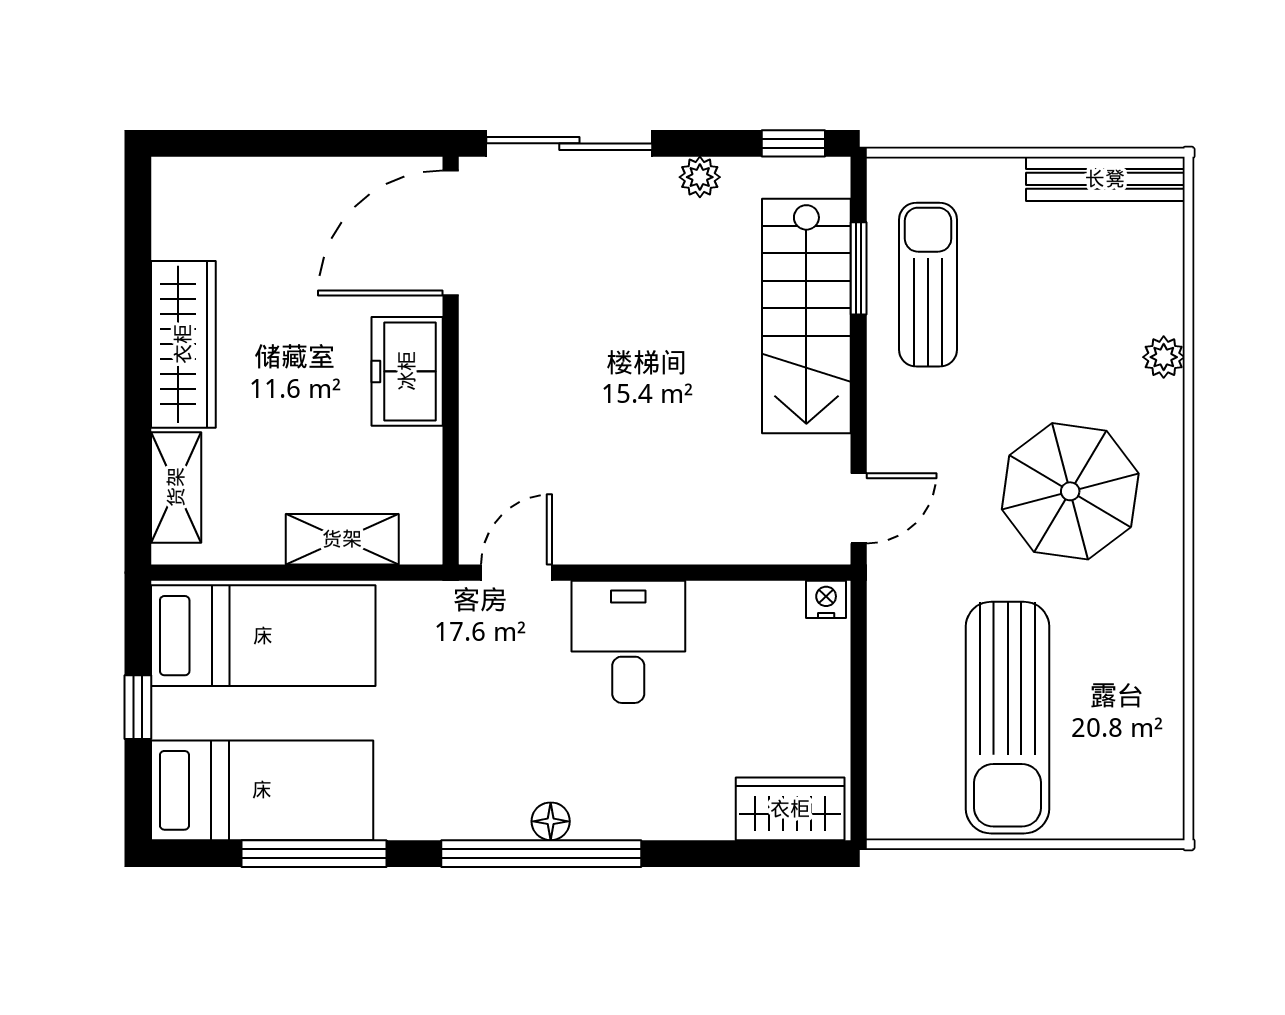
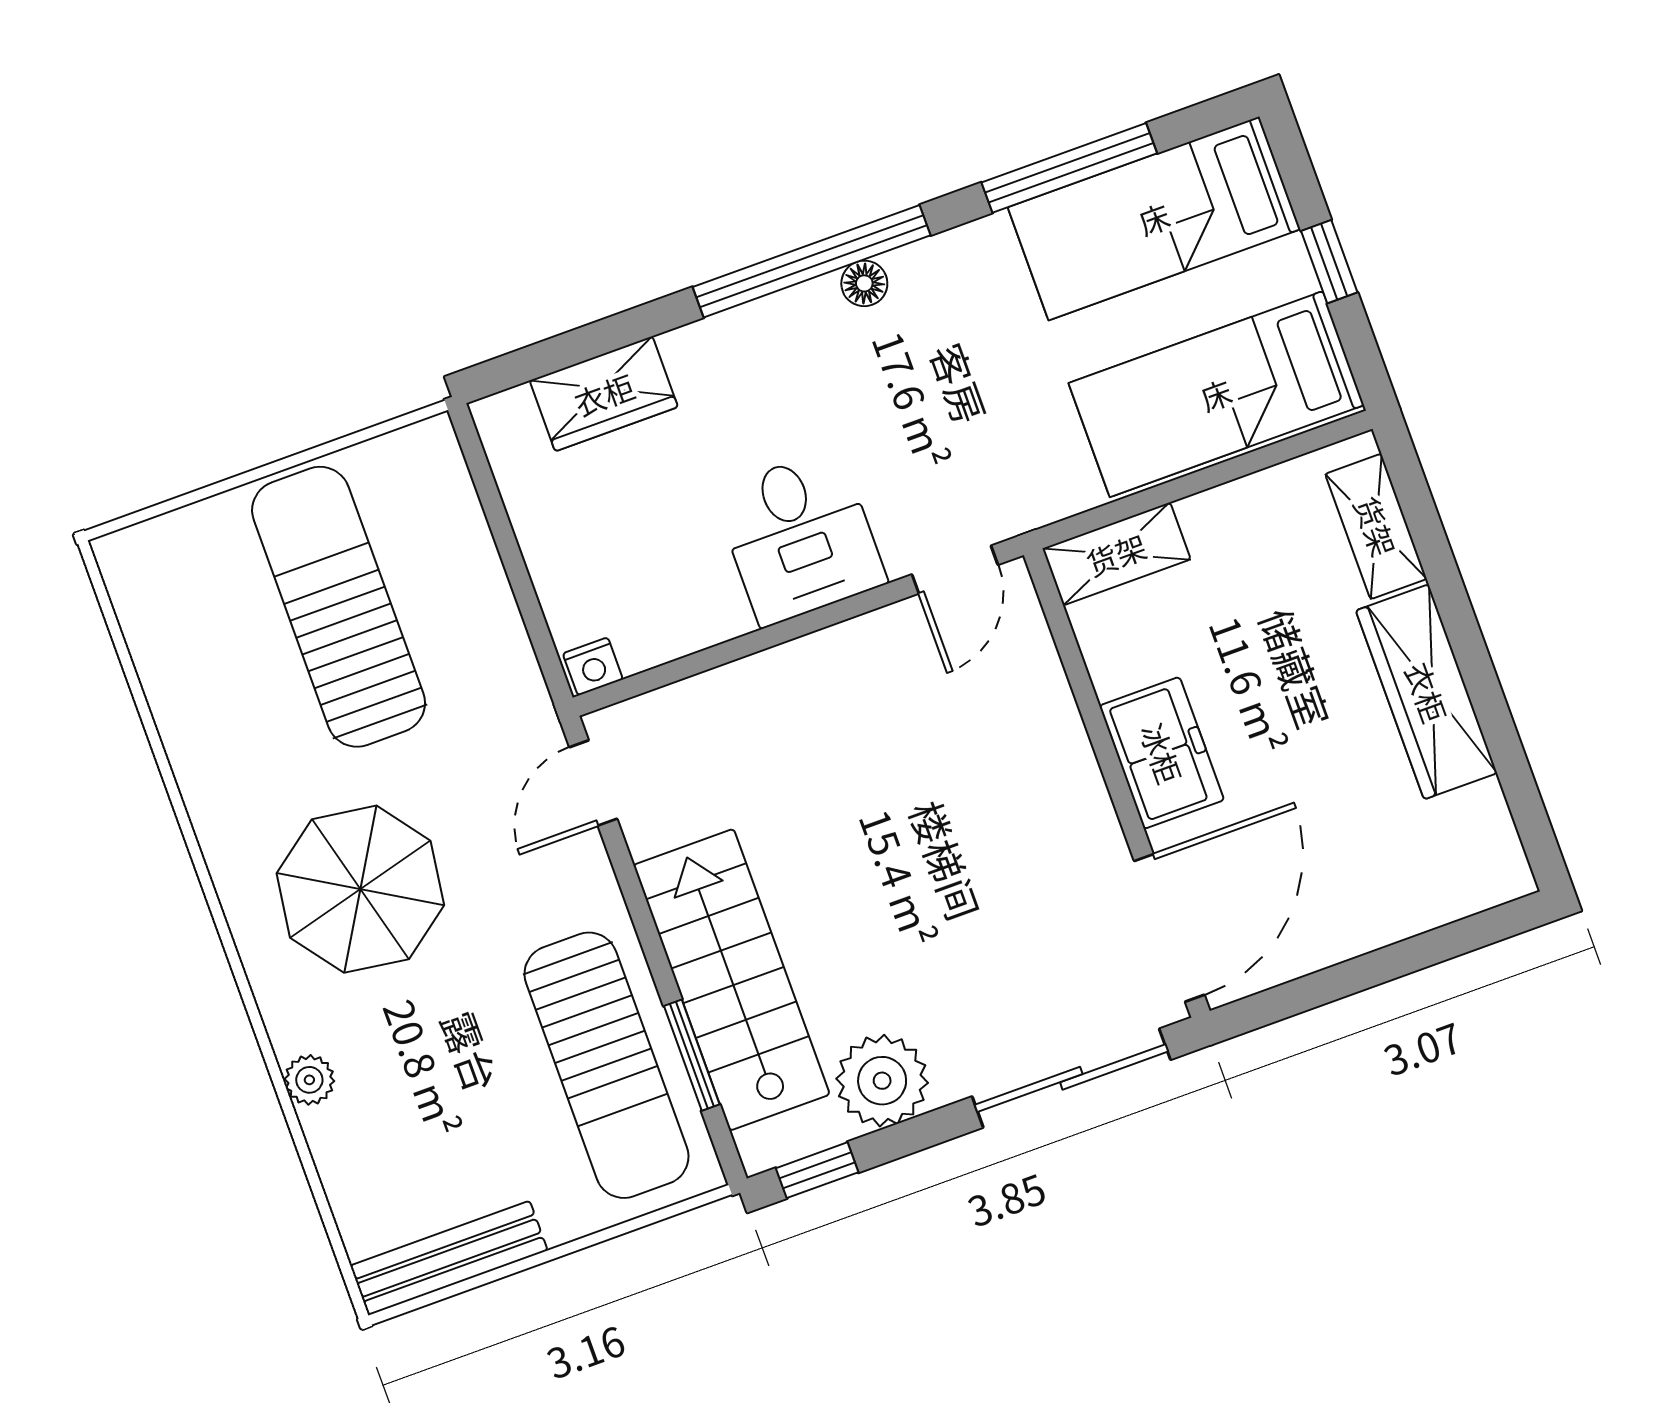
plant: (700, 177) -> (882, 1081), width x1.87, depth x1.87
sun lounger: (928, 285) -> (606, 1065), width x1.36, depth x1.34
shelving: (342, 539) -> (1116, 554), moved
wardrobe: (790, 809) -> (604, 394), moved
floor lamp: (551, 821) -> (864, 283), moved

